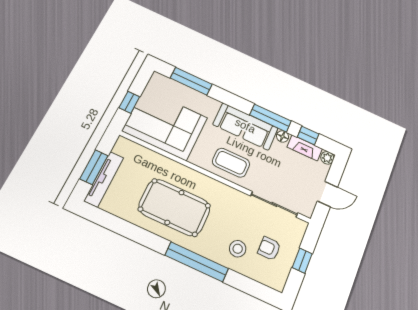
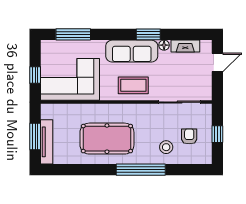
window: (270, 118) -> (148, 34), width x0.69
window: (308, 135) -> (184, 34), removed
plant: (327, 158) -> (206, 46), removed
door: (328, 194) -> (217, 62), moved
armchair: (269, 248) -> (189, 136), turned 90

